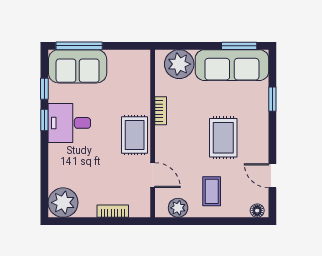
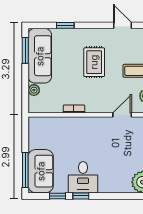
plant: (179, 64) -> (34, 90), width x0.53, depth x0.53
rug: (135, 135) -> (92, 129), removed
rug: (223, 138) -> (94, 62), turned 90
door: (272, 176) -> (122, 25), swing flipped

